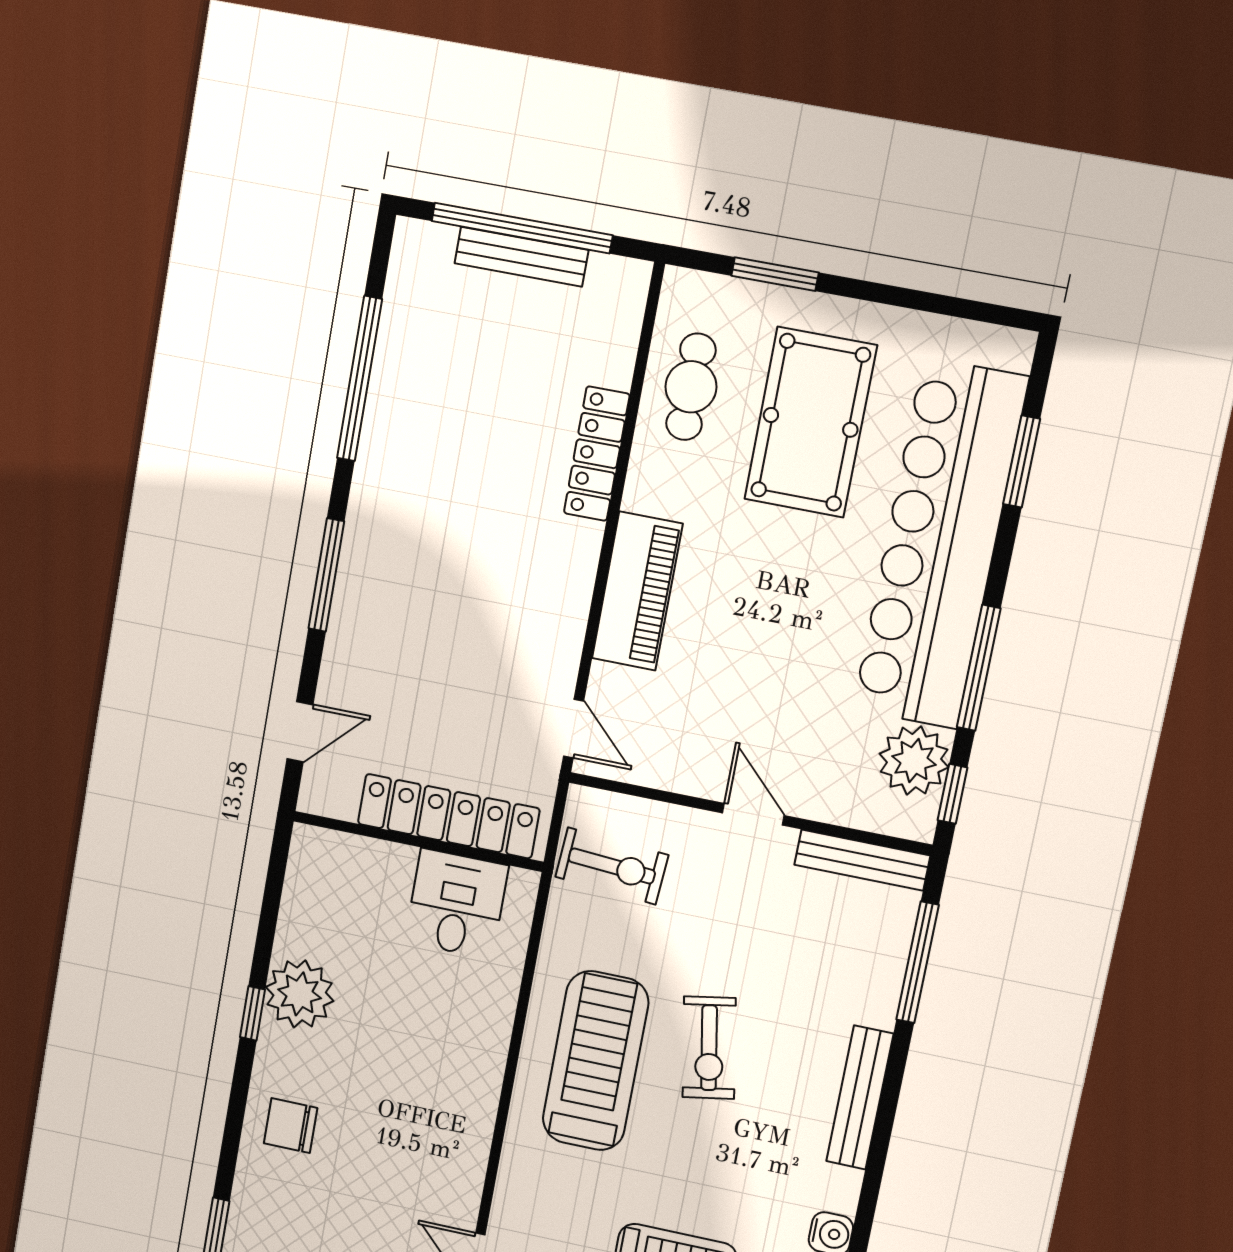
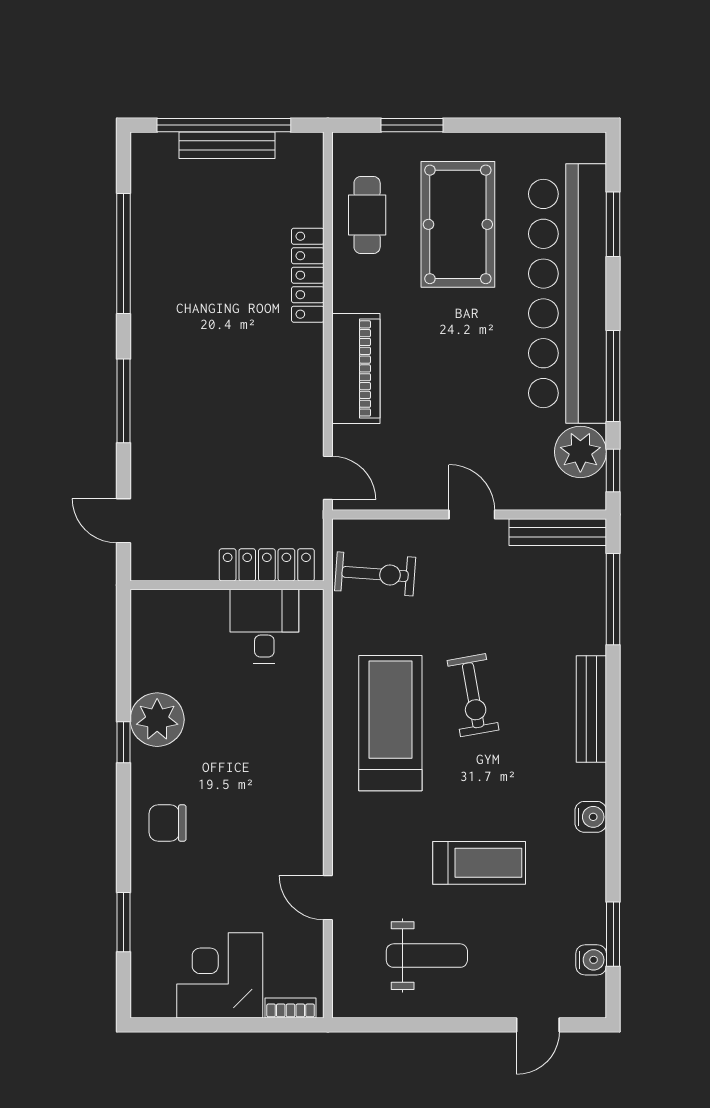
door: (300, 732) -> (123, 521), swing flipped
locker: (449, 816) -> (267, 565), width x0.71, depth x0.83

